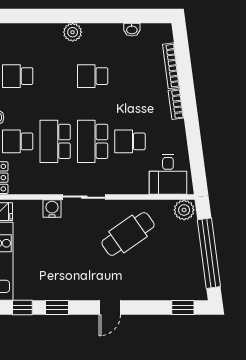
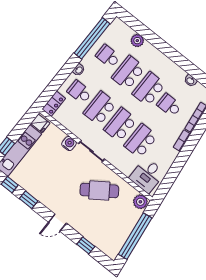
plant: (73, 32) -> (137, 41), moved
school desk: (55, 76) -> (128, 73), added
school desk: (93, 76) -> (149, 89), width x1.85
school desk: (130, 76) -> (169, 105), added
school desk: (130, 141) -> (141, 141), width x1.85
window: (183, 308) -> (86, 245), moved

